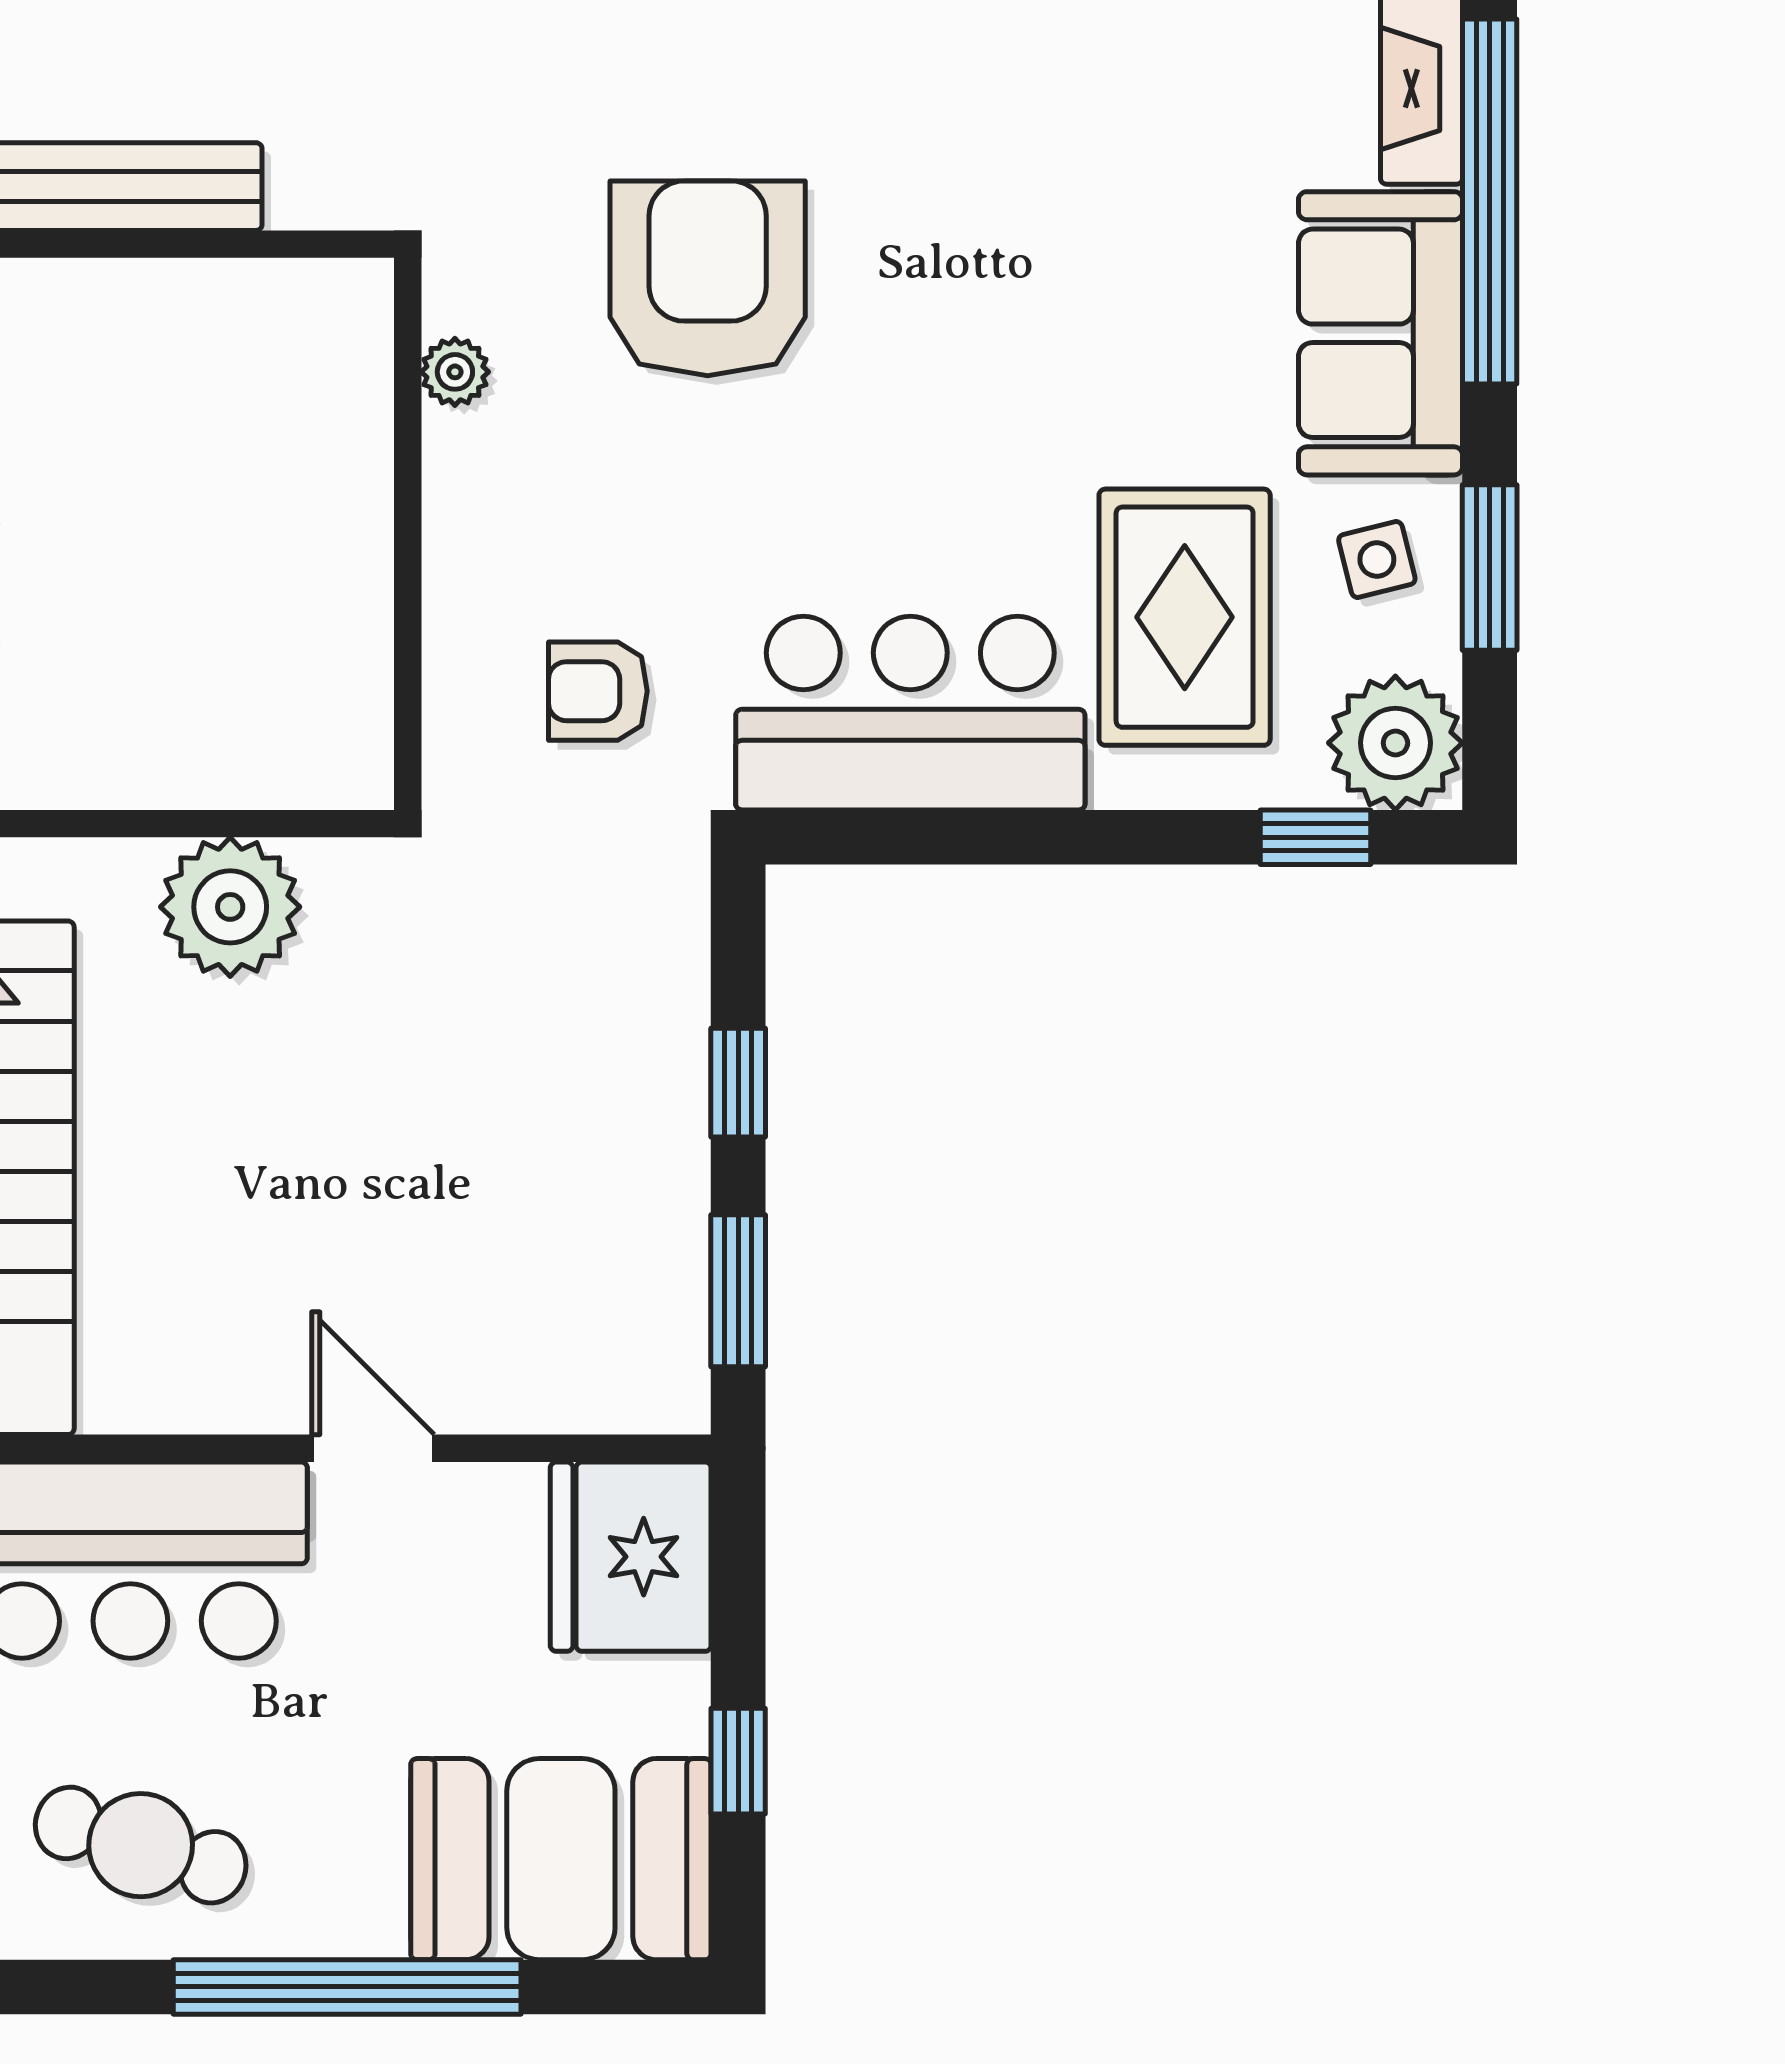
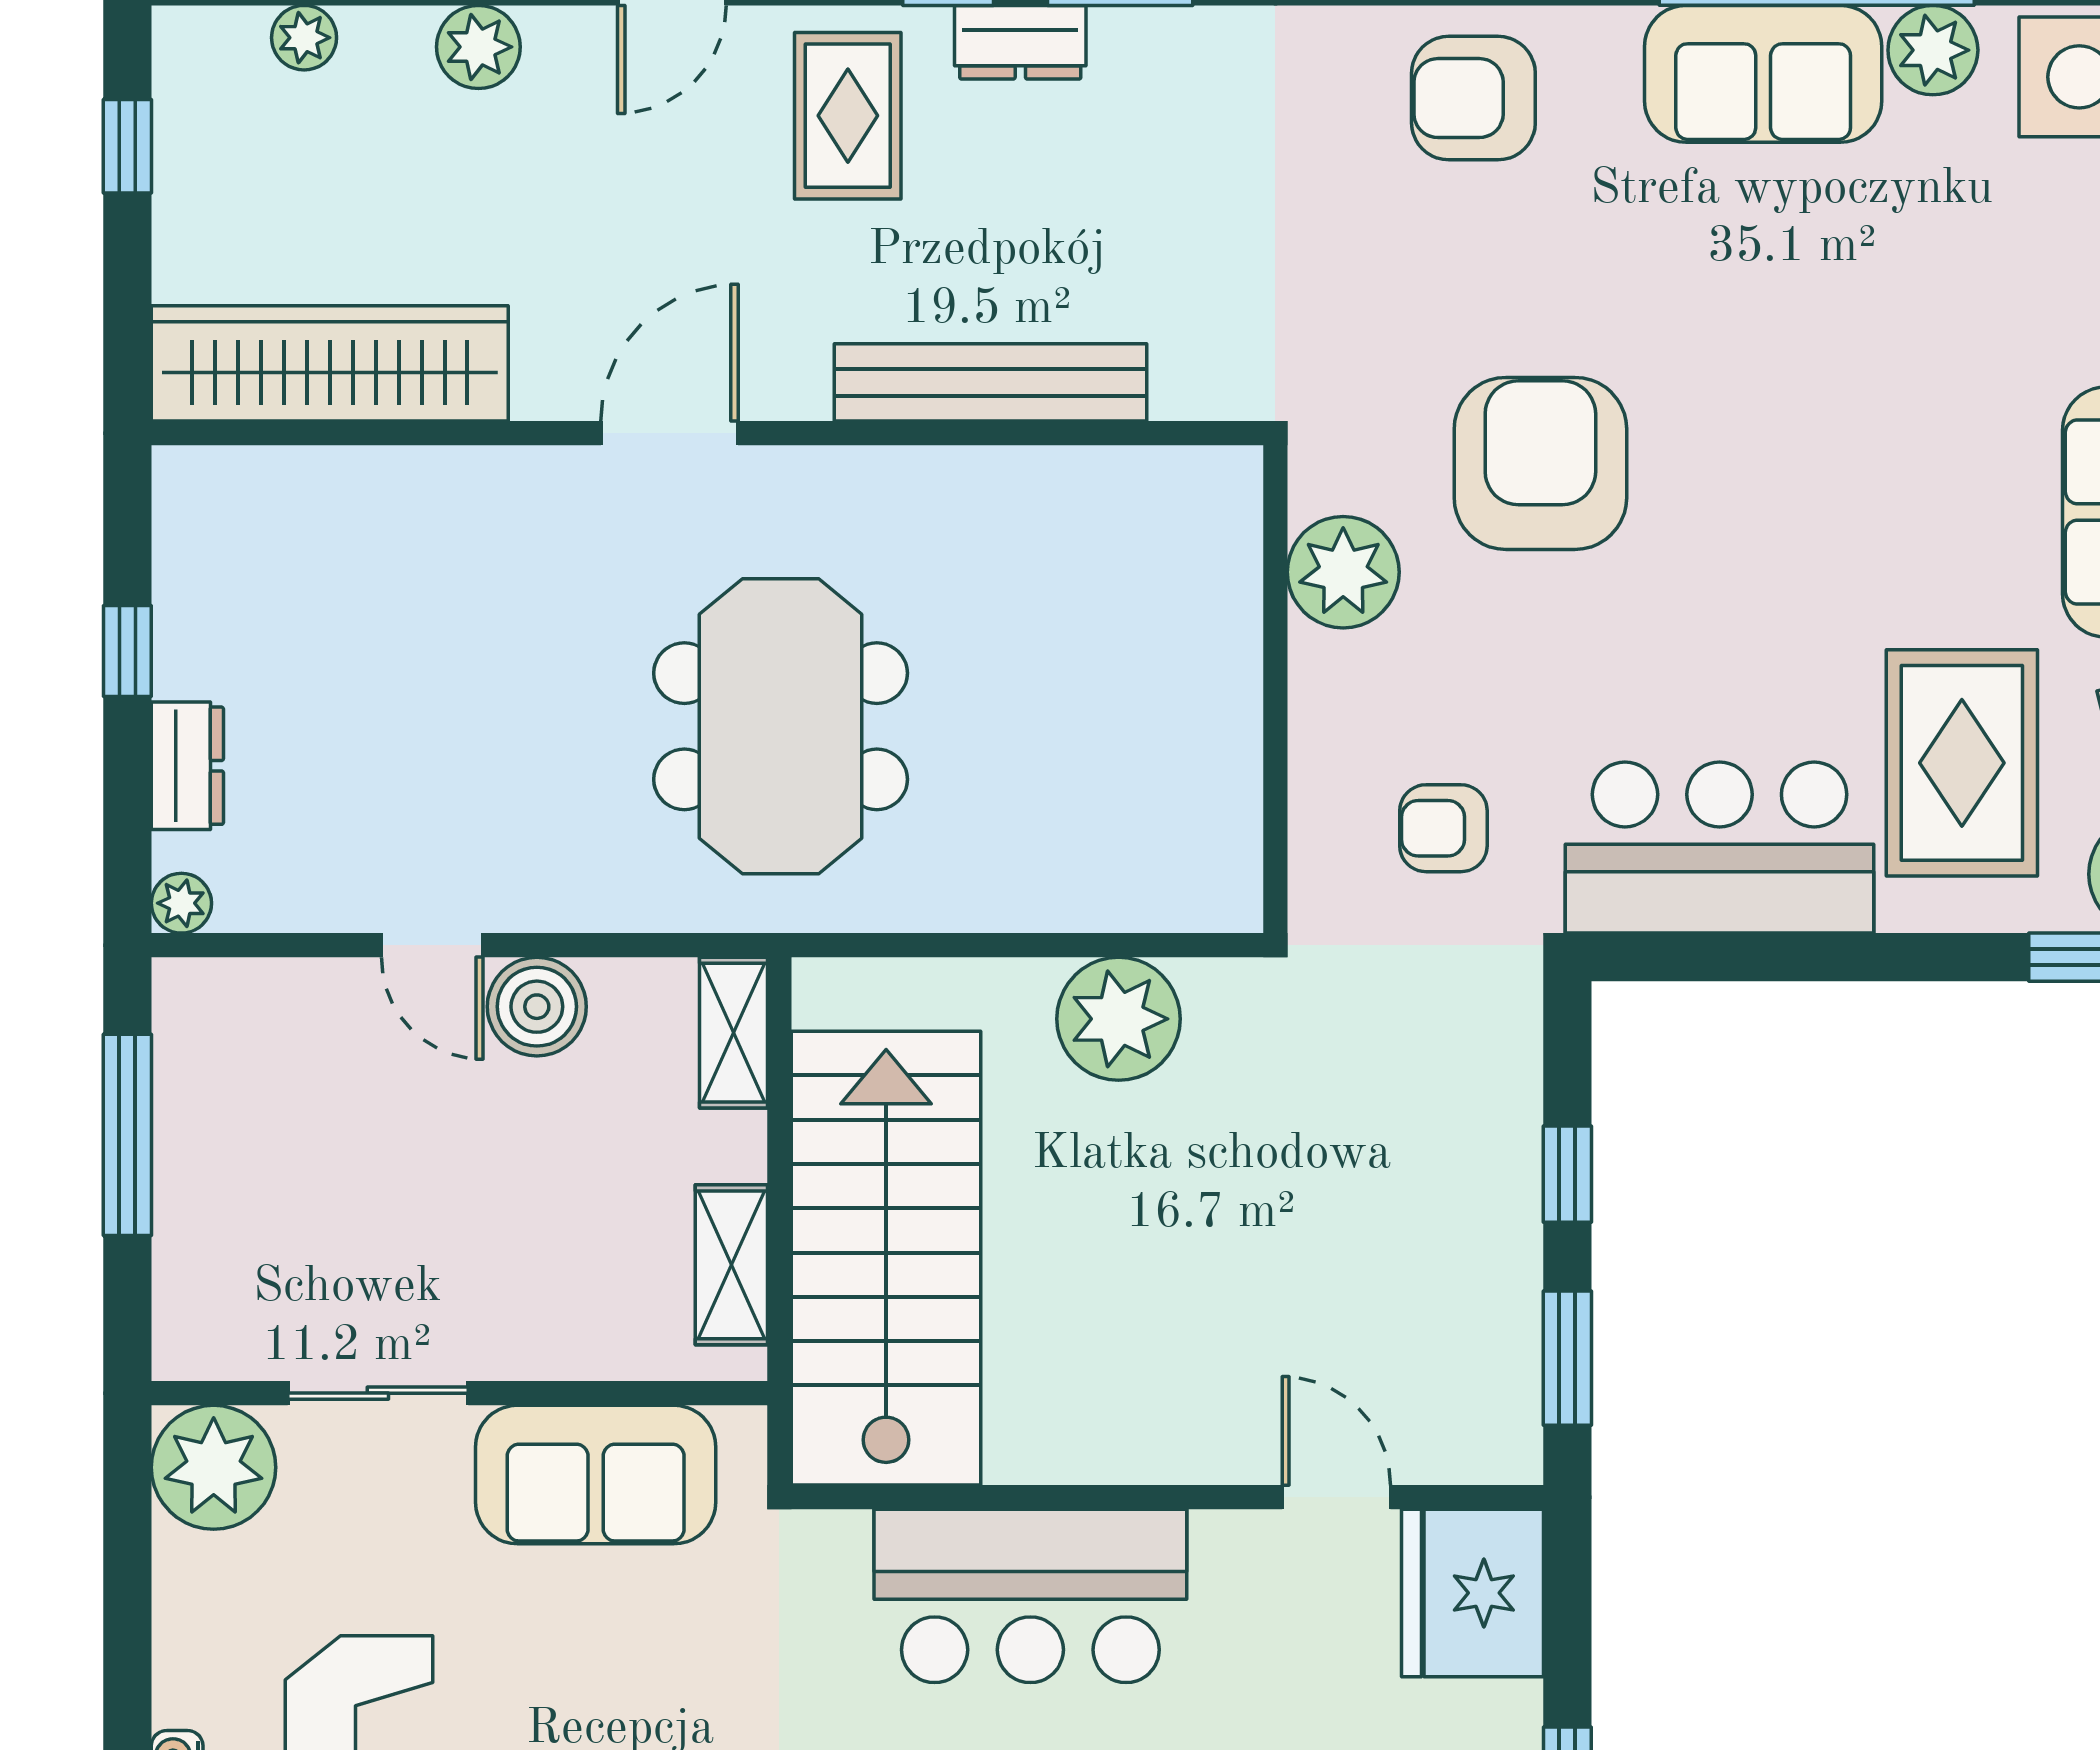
plant: (455, 372) -> (1343, 572), width x1.88, depth x1.88
door: (373, 1448) -> (1336, 1497), moved

